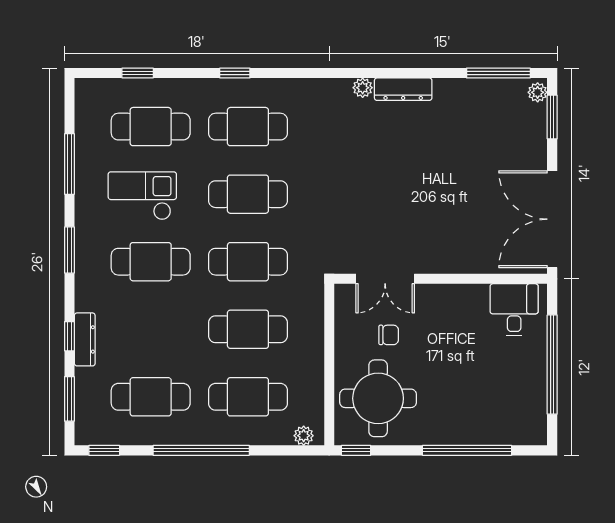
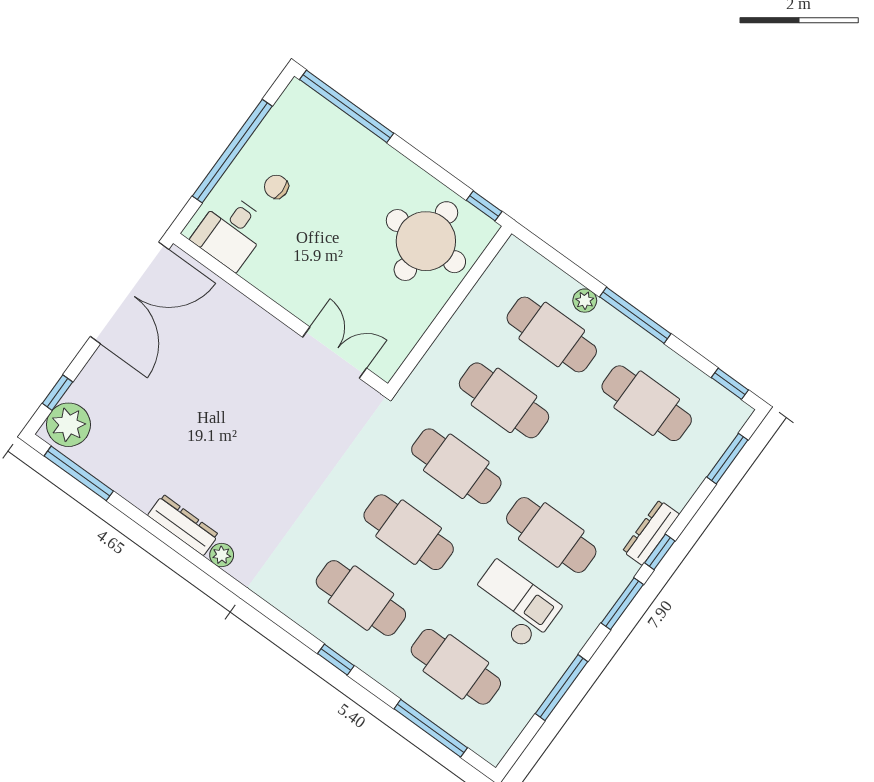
window: (138, 73) -> (431, 728), width x2.17
plant: (538, 92) -> (68, 425), width x1.87, depth x1.87
window: (552, 117) -> (57, 393), width x0.67
checkout: (142, 196) -> (513, 605), turned 180
chair: (389, 335) -> (276, 187), moved
window: (69, 336) -> (660, 552), moved
dresser: (85, 339) -> (651, 533), moved
plant: (304, 436) -> (585, 301), moved
window: (201, 450) -> (635, 315), width x0.68
window: (467, 450) -> (347, 106), moved

